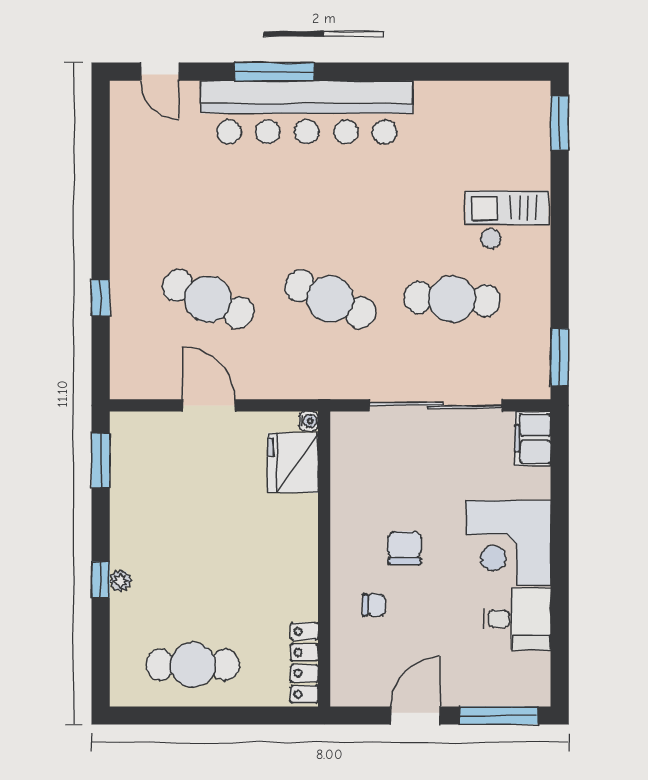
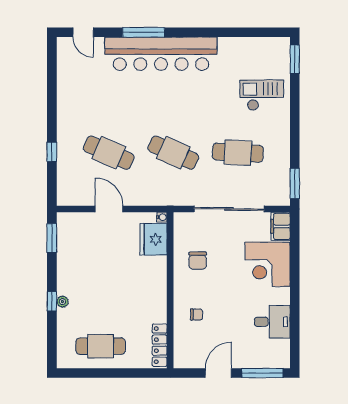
checkout: (507, 220) -> (262, 95), moved
corner desk: (508, 543) -> (268, 264), moved
chair: (405, 548) -> (198, 261), moved, turned 180

